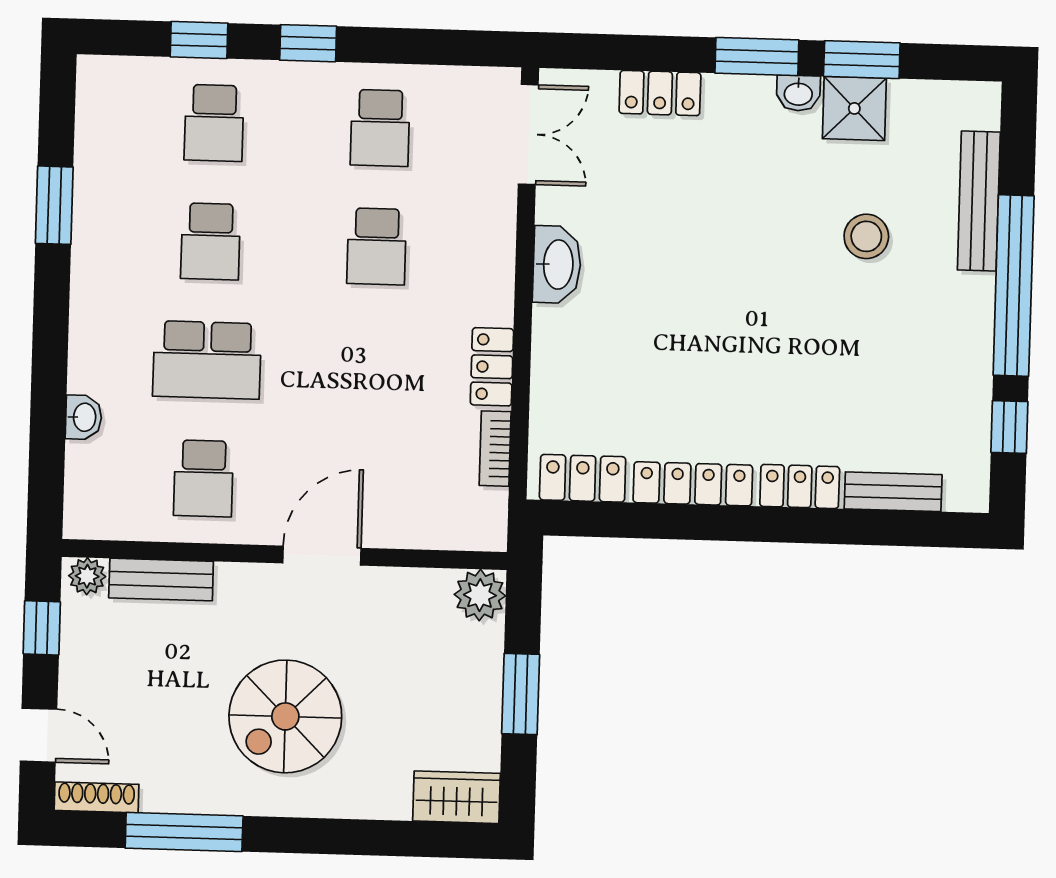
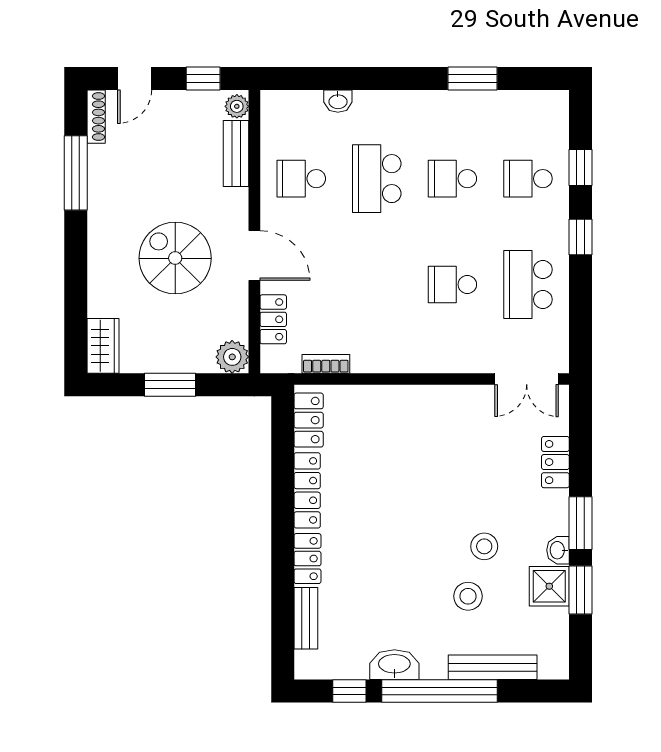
school desk: (380, 128) -> (528, 285), width x1.85
stool: (789, 209) -> (484, 546), added
washbasin: (557, 264) -> (394, 665), moved, turned 180
locker: (492, 367) -> (273, 319), moved, turned 90
spiral stairs: (285, 716) -> (175, 258), moved

